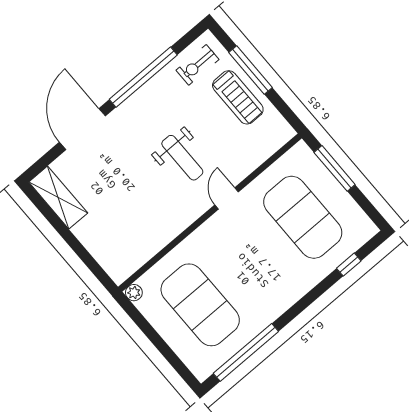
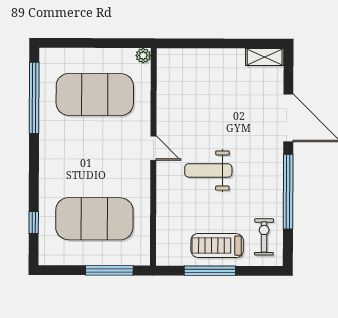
window: (251, 70) -> (210, 271), moved
shelving: (58, 198) -> (265, 57), width x0.67, depth x0.75
door: (227, 198) -> (153, 148), moved

